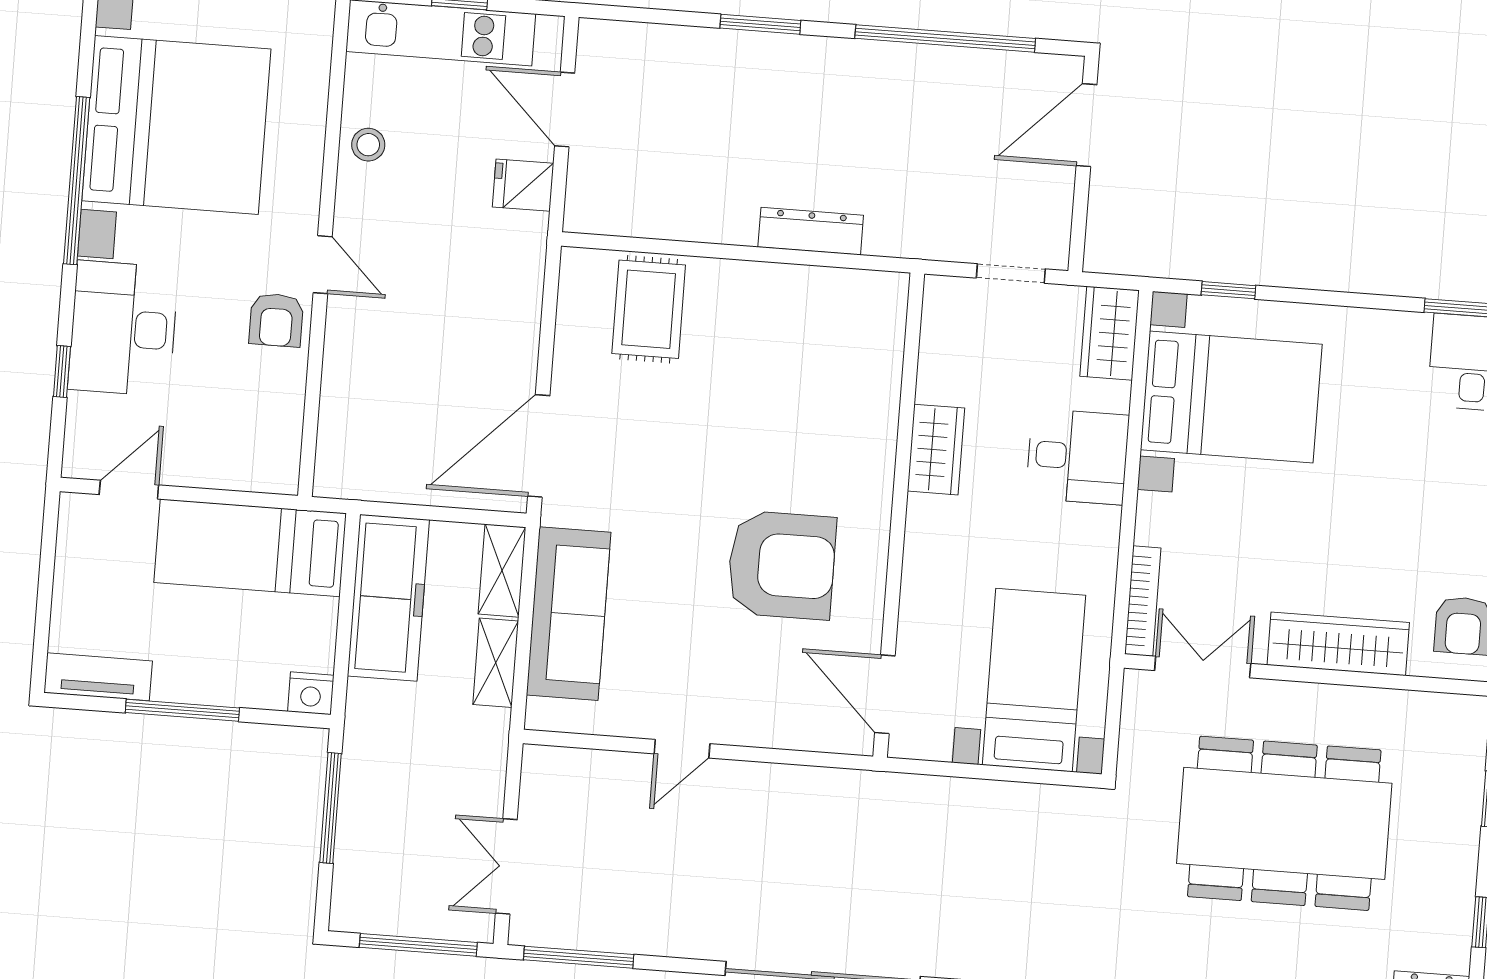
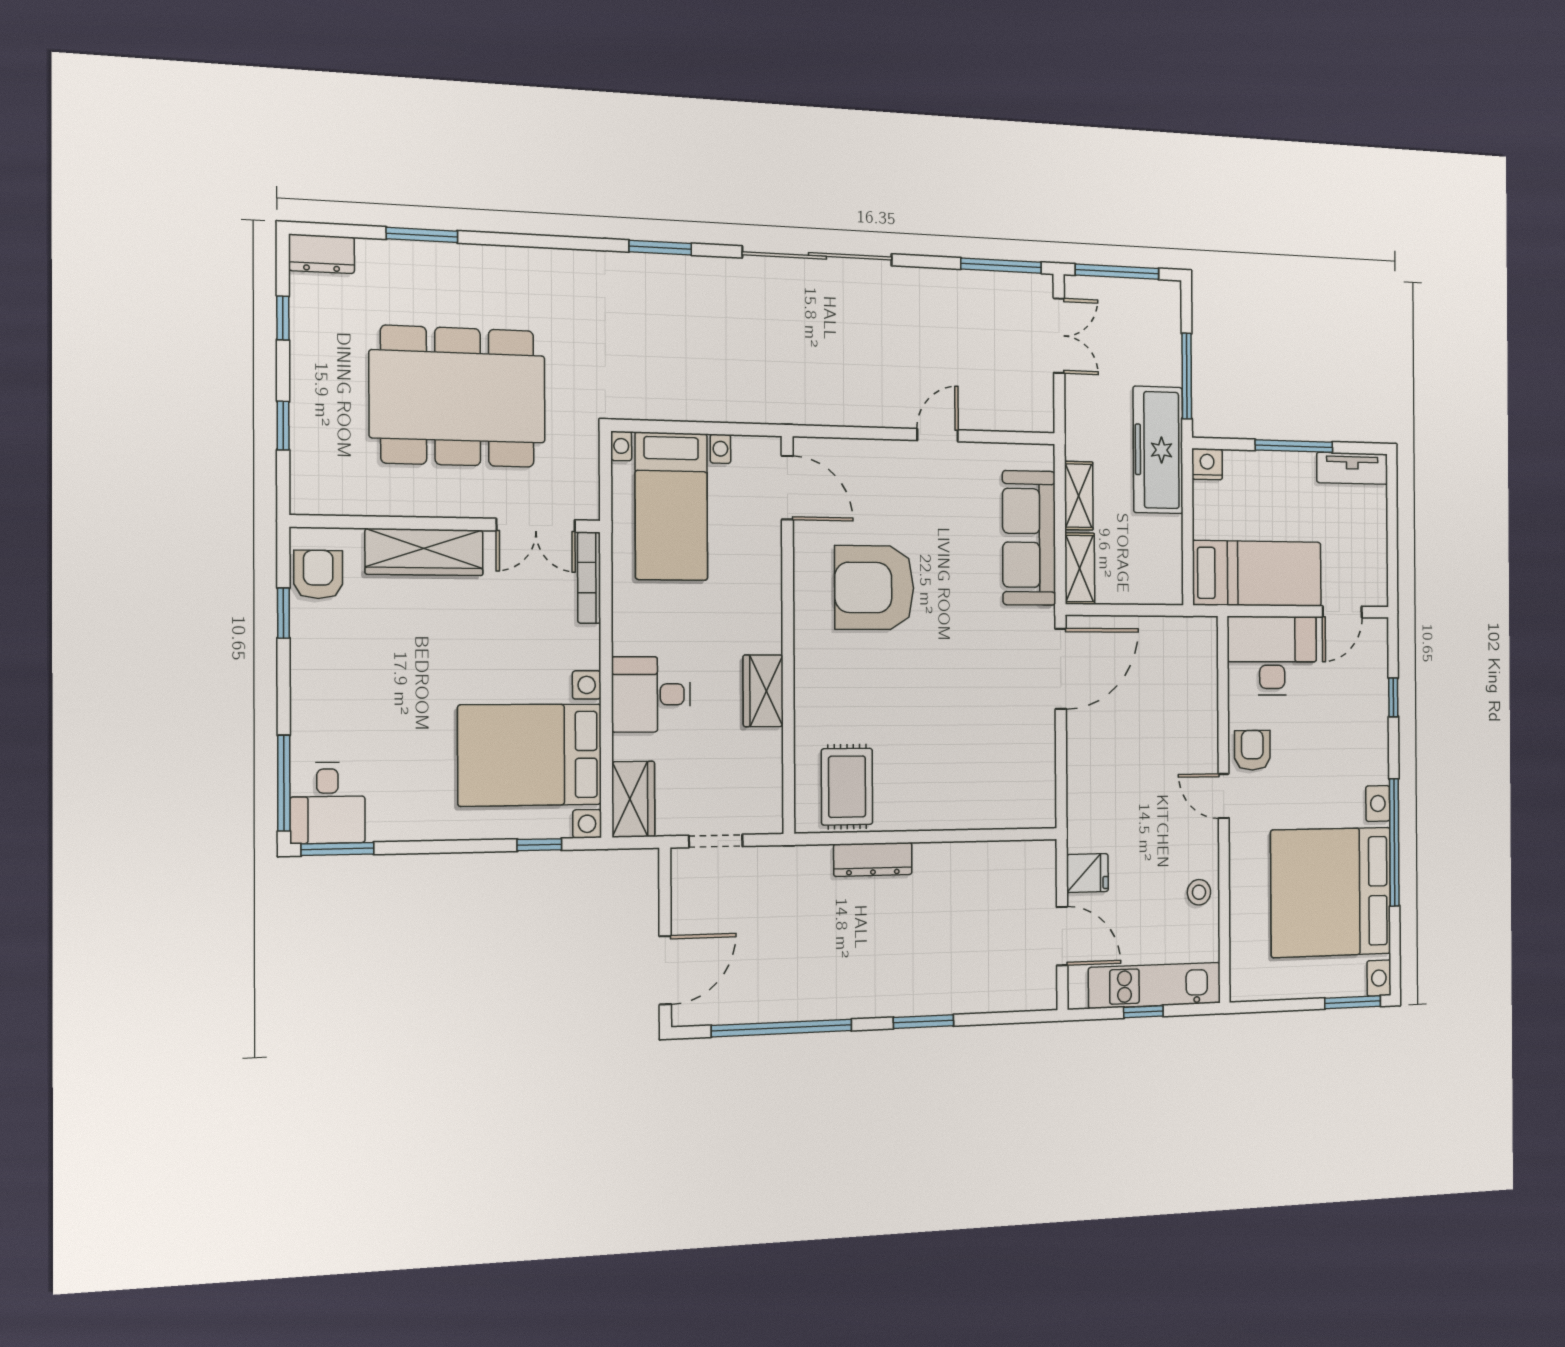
rug: (649, 309) -> (847, 787), moved
desk: (123, 328) -> (1272, 656), moved, turned -90
freezer: (388, 598) -> (1158, 450), moved

